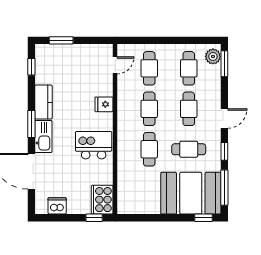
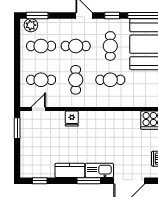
window: (61, 40) -> (17, 128), moved
door: (115, 65) -> (38, 109), hinge flipped
cafe table: (149, 109) -> (76, 80), turned 90
kitchen island: (94, 145) -> (107, 127), removed

